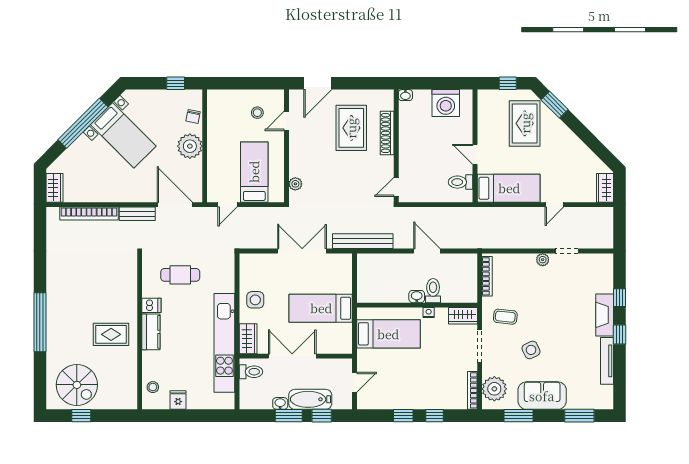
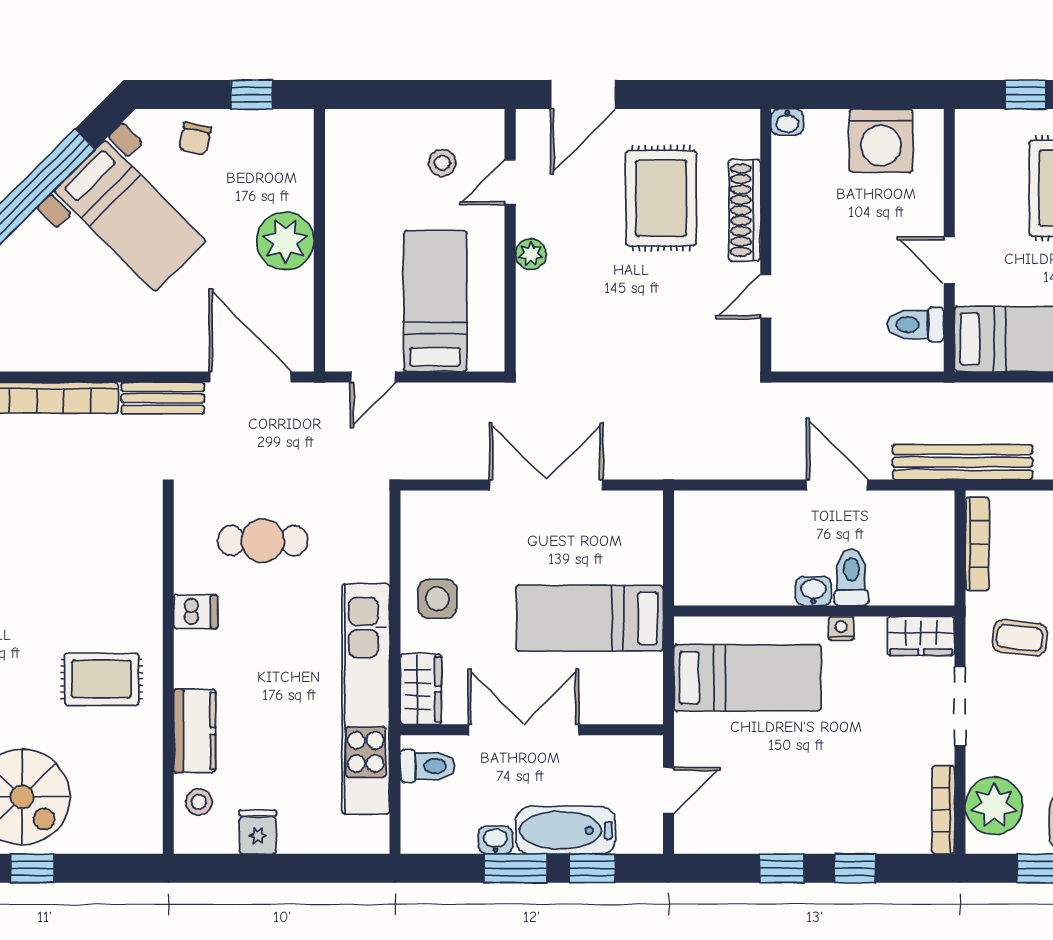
chair: (193, 116) -> (195, 139), moved
plant: (295, 184) -> (531, 254), moved
door: (396, 187) -> (766, 296), moved
bench: (363, 241) -> (963, 462), moved
kitchen counter: (151, 332) -> (195, 731), moved

